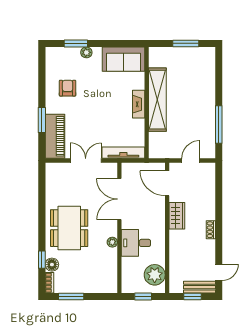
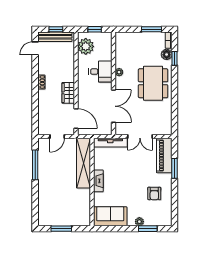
shelving: (157, 100) -> (84, 163), moved
bench: (199, 287) -> (55, 37), width x1.36

